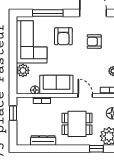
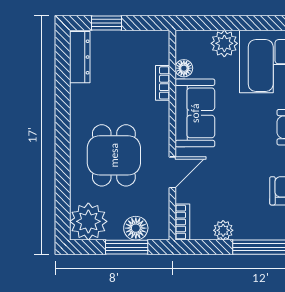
window: (13, 113) -> (107, 23), moved
dresser: (43, 140) -> (80, 57), moved
window: (96, 149) -> (63, 195), removed

